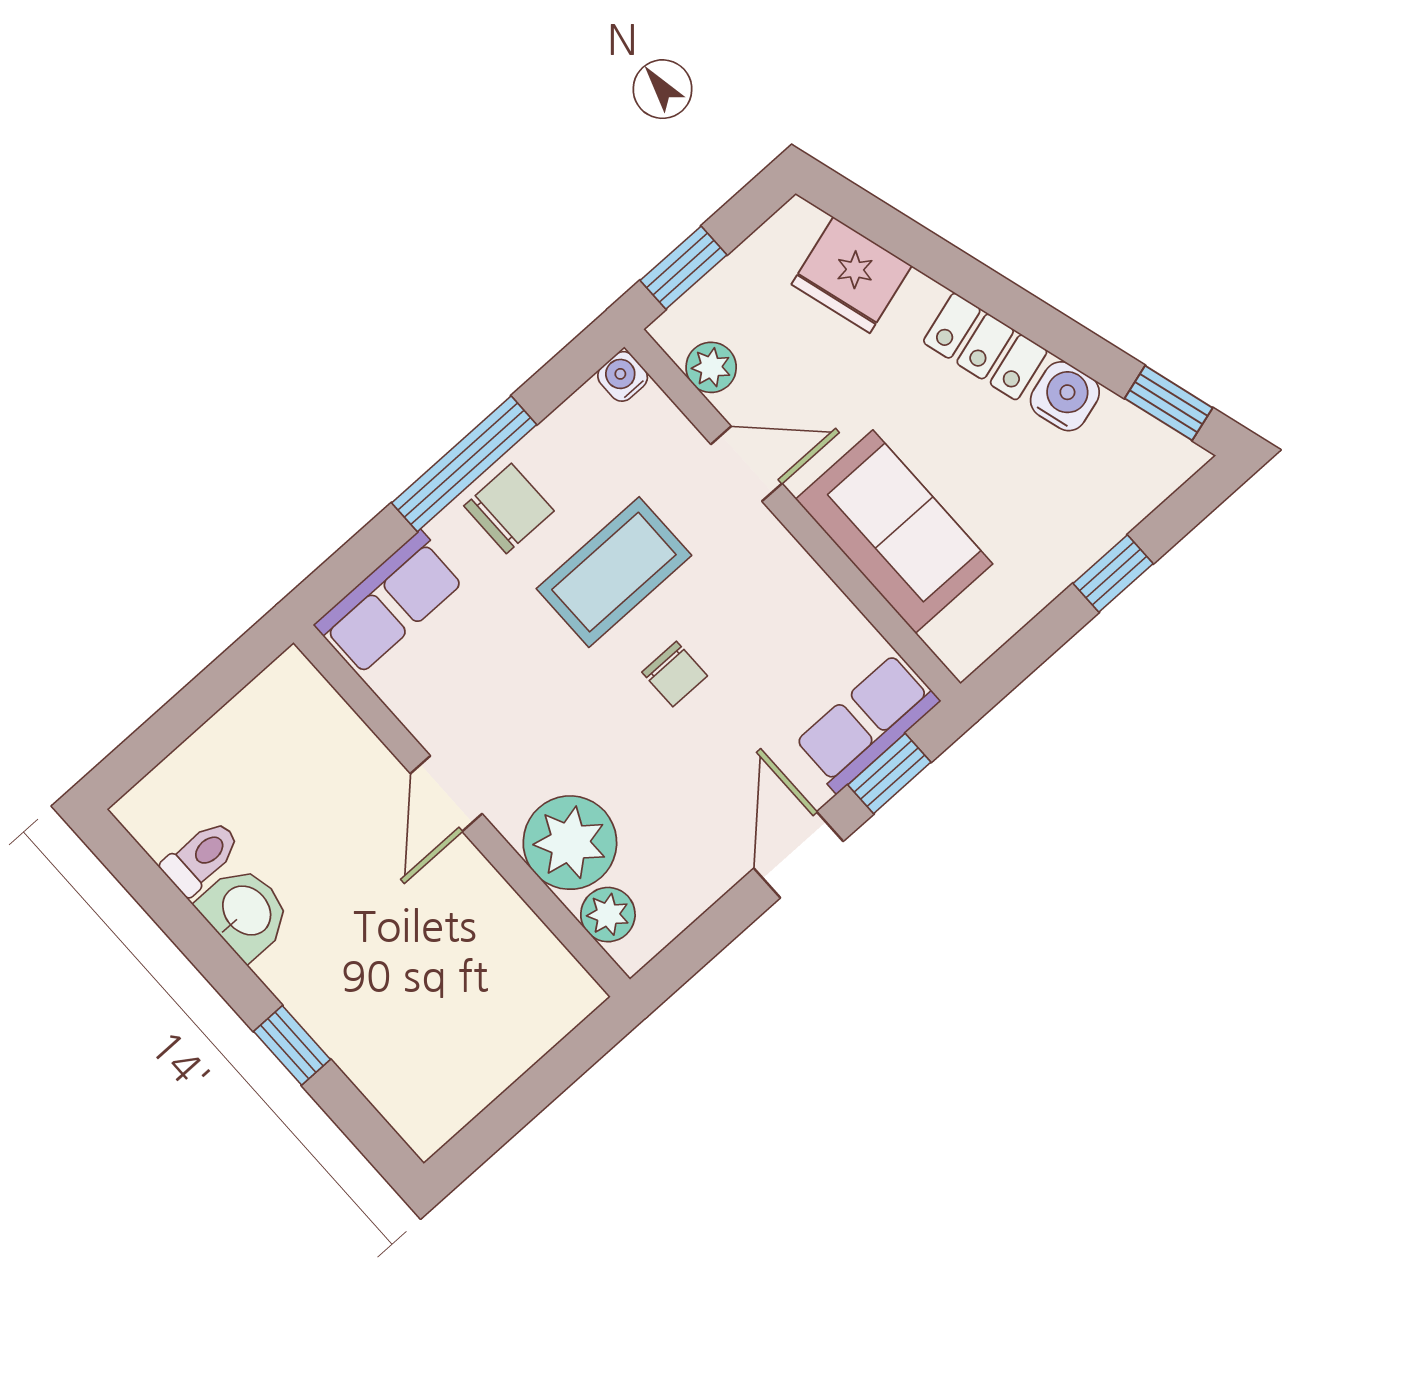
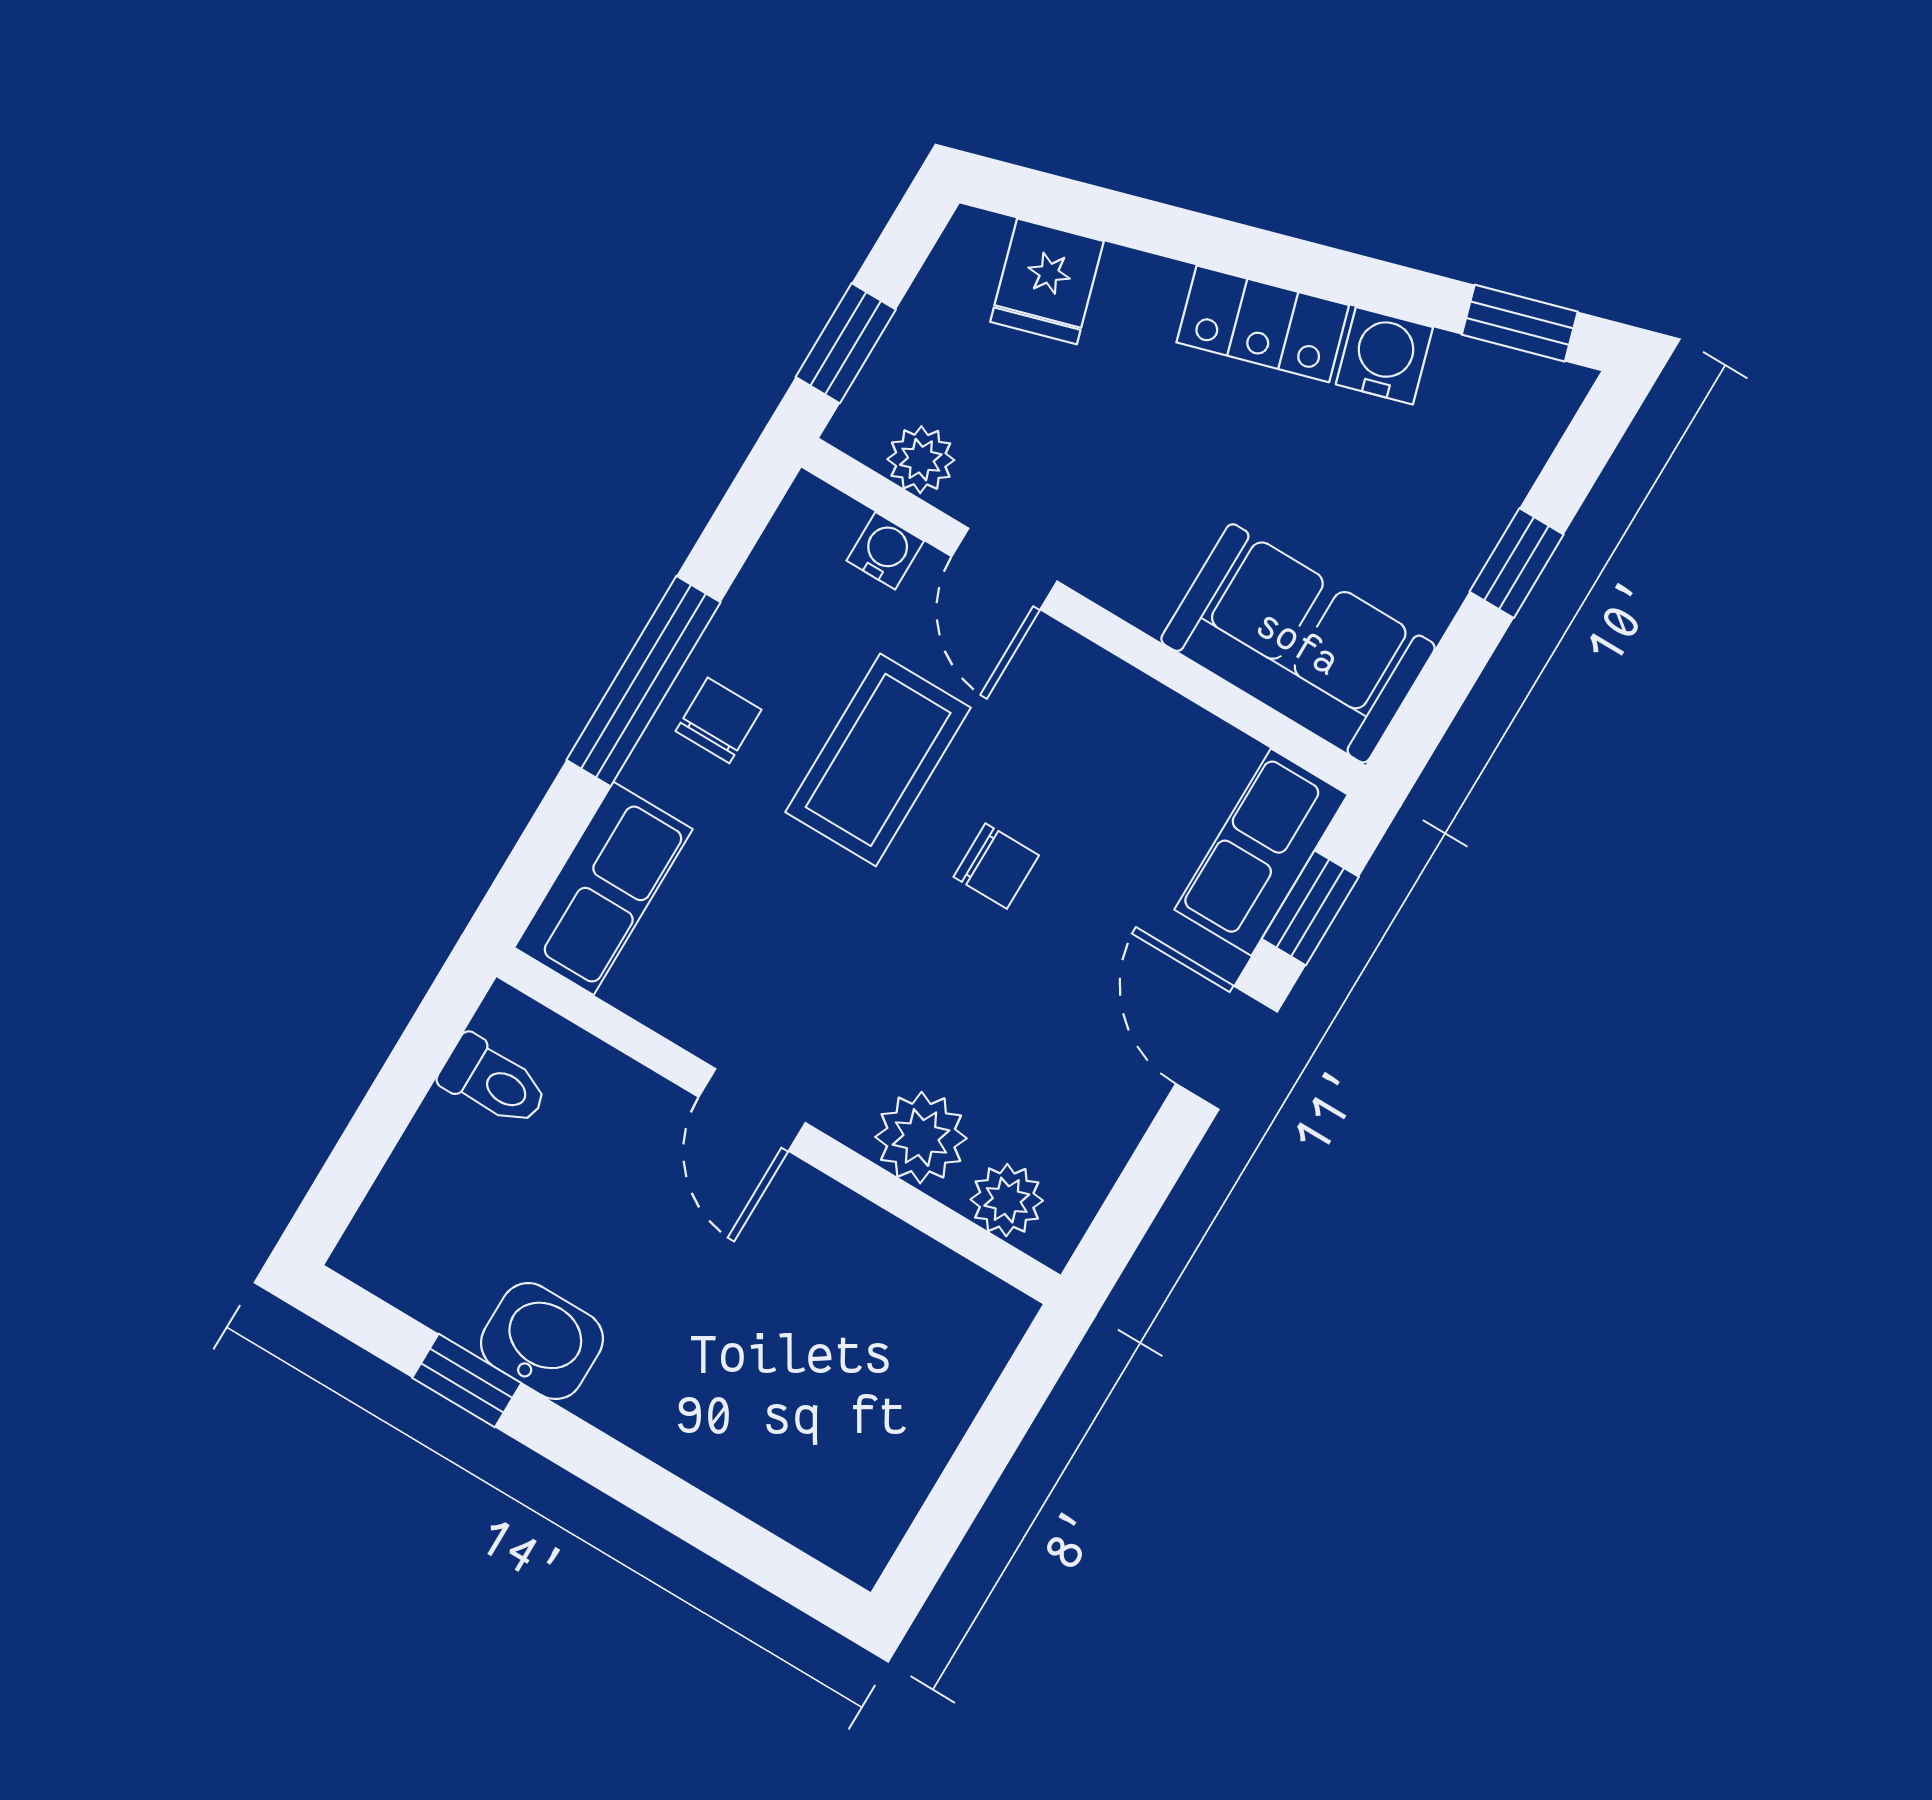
fridge: (852, 275) -> (1047, 281), width x0.72
water cooler: (623, 376) -> (885, 551), moved, turned 90
door: (746, 464) -> (1004, 569), swing flipped
chair: (509, 508) -> (719, 720), width x0.73, depth x0.73
sofa: (894, 532) -> (1298, 643), moved
plant: (570, 843) -> (921, 1138), width x0.73, depth x0.73
toilet: (201, 857) -> (494, 1082), moved, turned 90
window: (292, 1045) -> (467, 1380), moved

